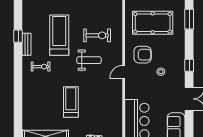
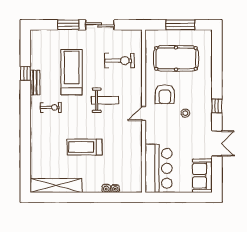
window: (189, 19) -> (217, 54), removed
exercise bike: (97, 35) -> (120, 61), moved
armchair: (143, 55) -> (165, 94), turned 90
treadmill: (71, 102) -> (85, 147), turned -90

